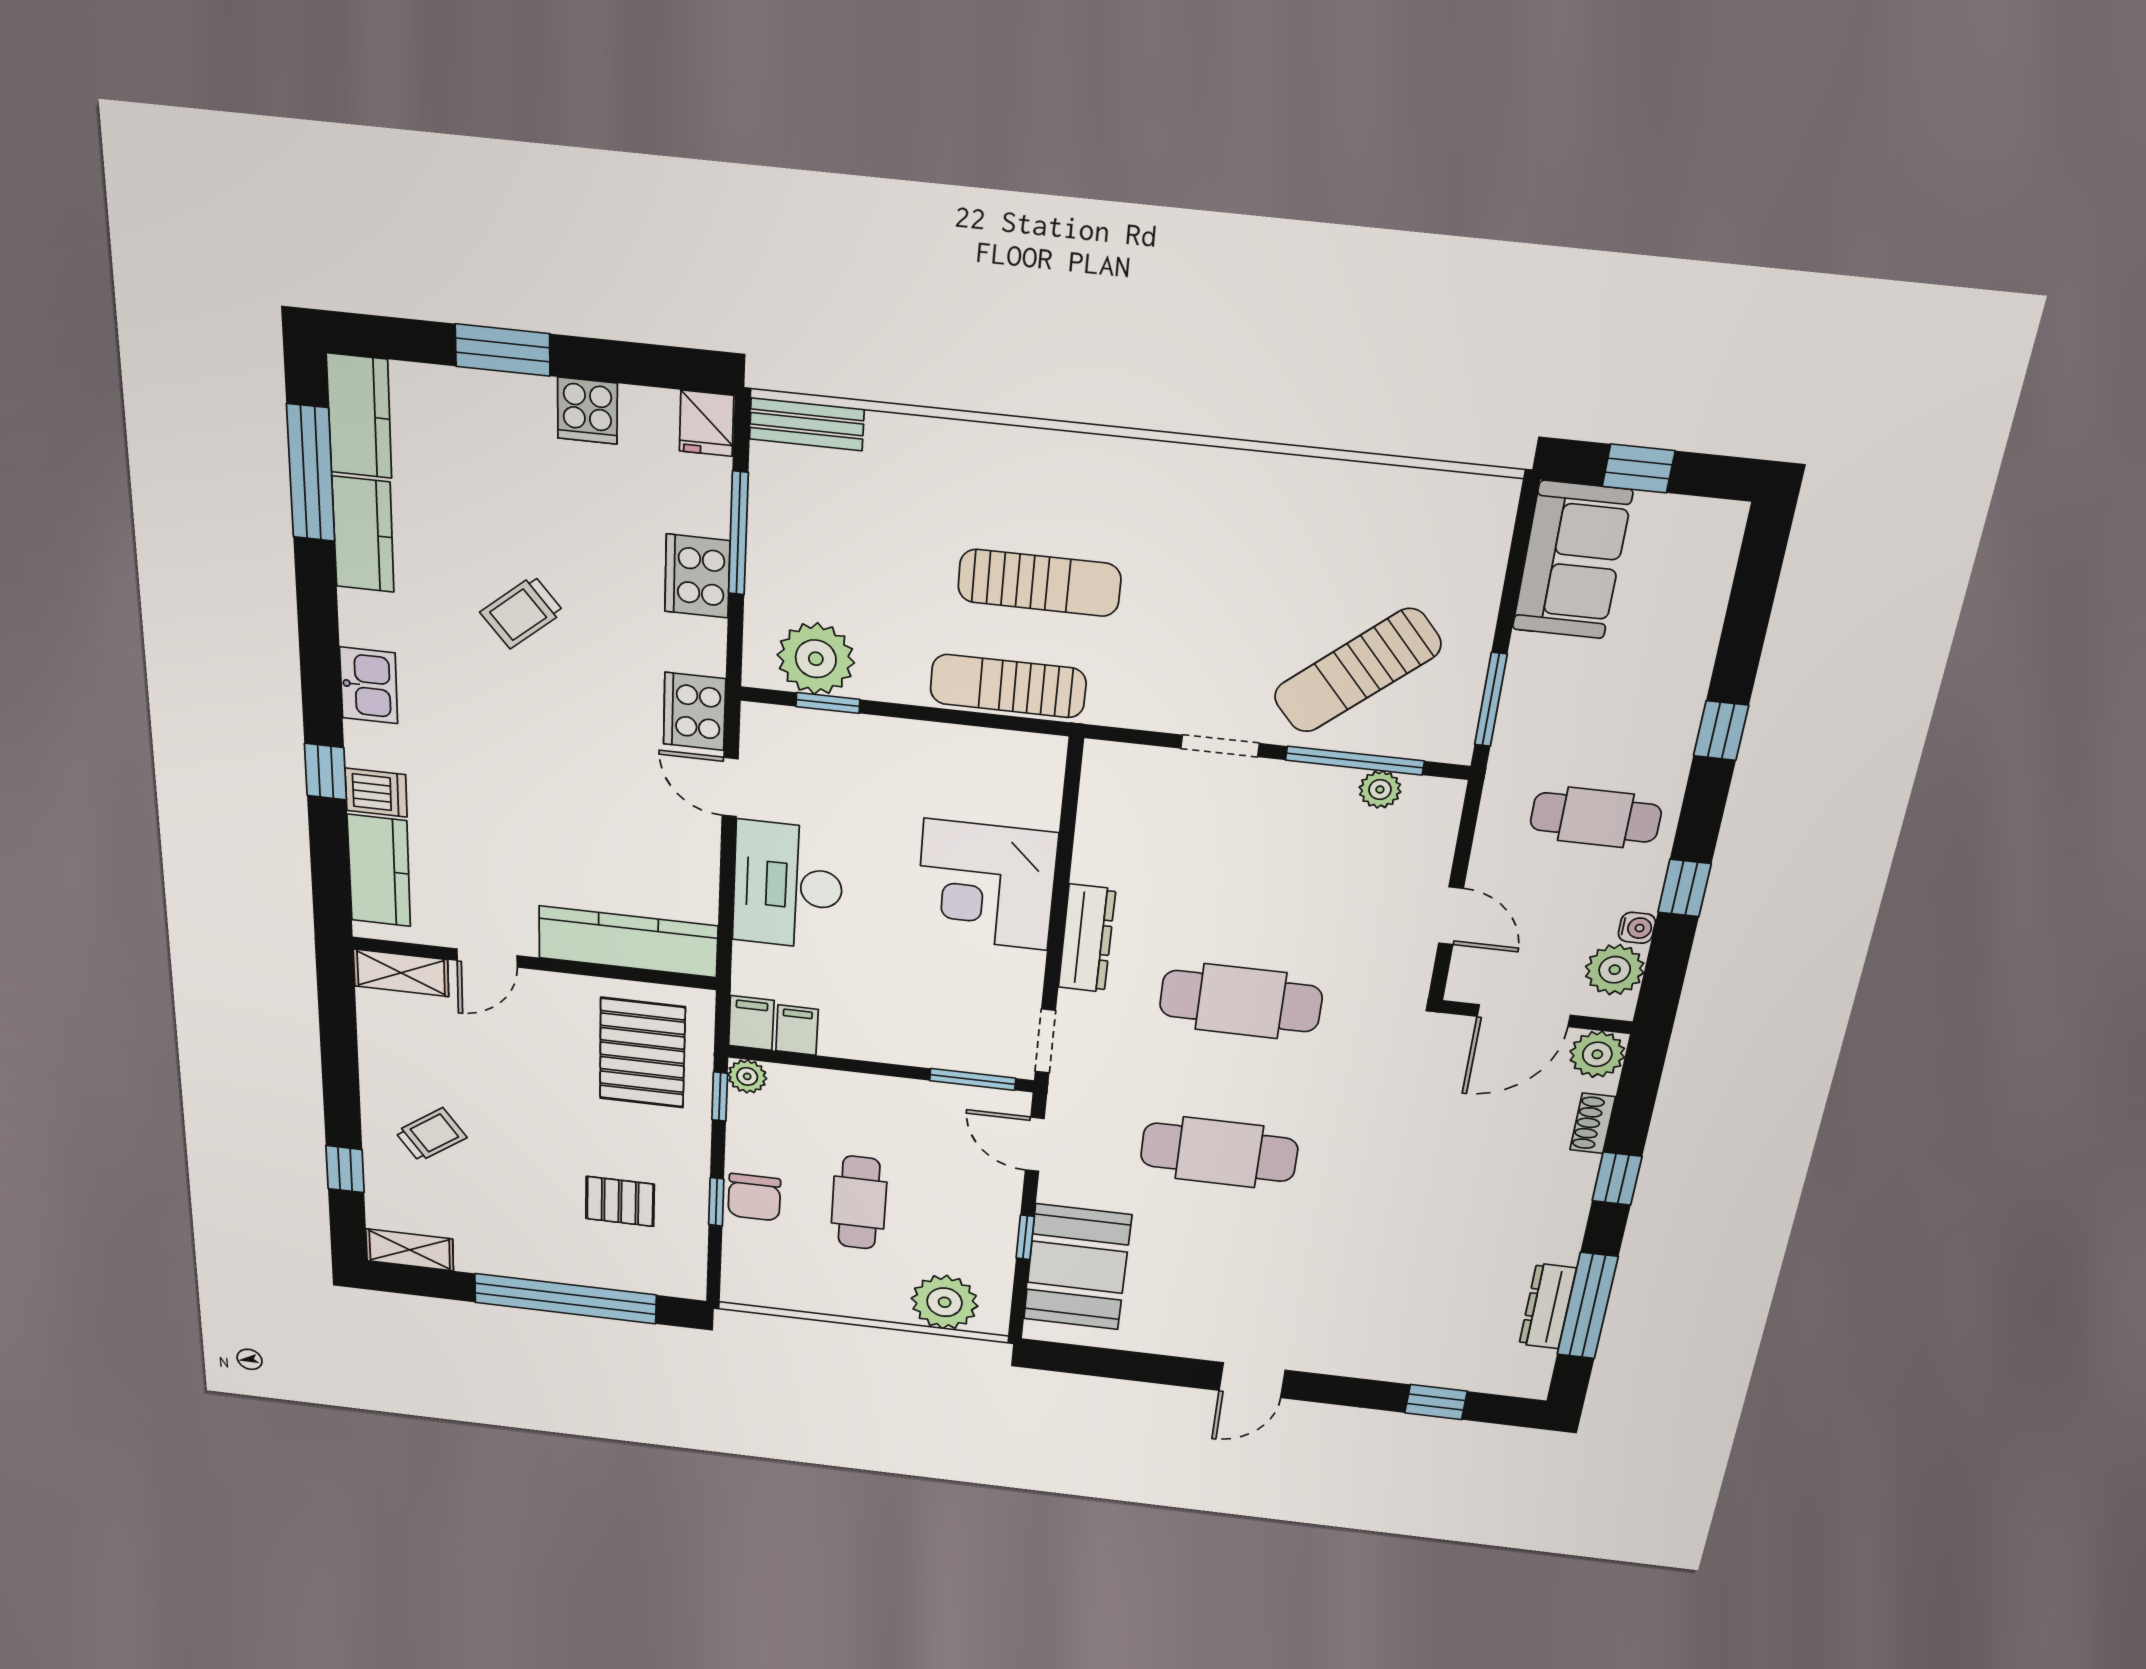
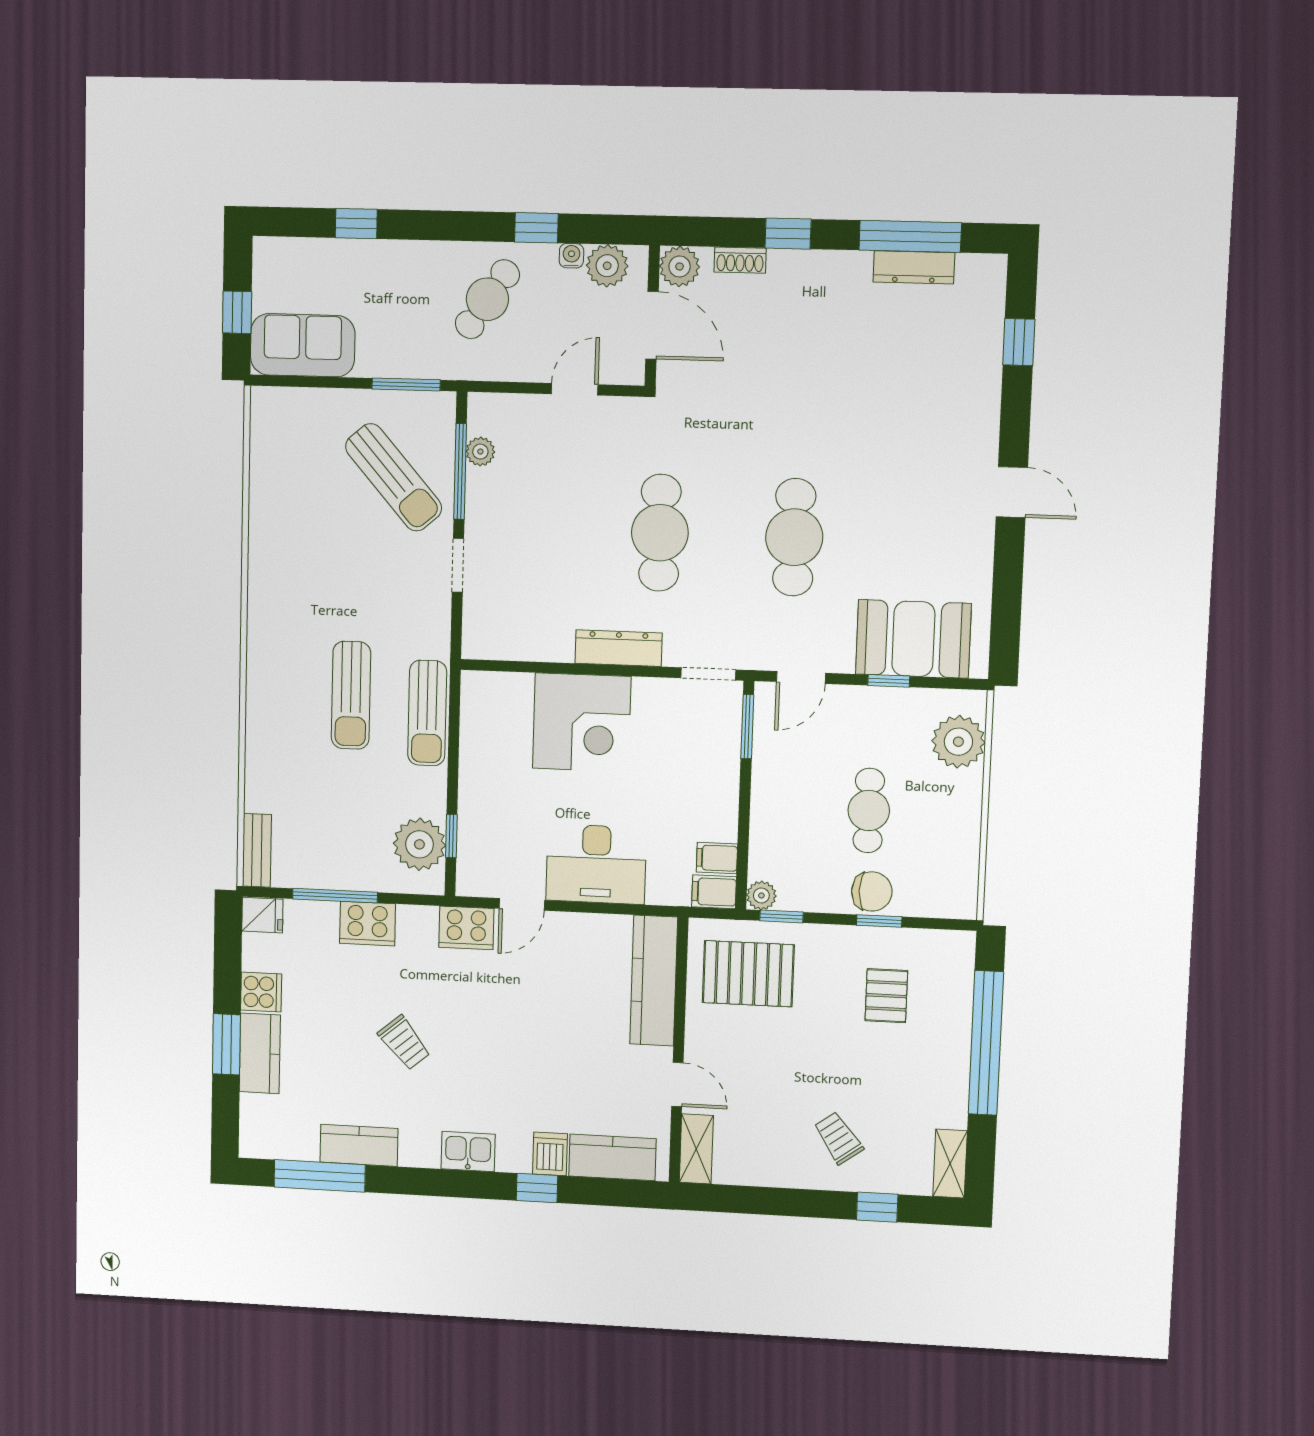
kitchen counter: (359, 416) -> (260, 1053), moved, turned 90
sun lounger: (1039, 583) -> (351, 695), turned 180
window: (1721, 731) -> (356, 224), moved
cafe table: (1596, 817) -> (487, 299), turned 34
cafe table: (859, 1203) -> (869, 810), turned 90

